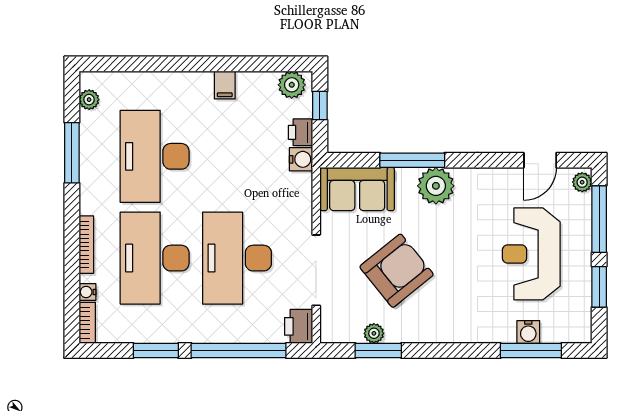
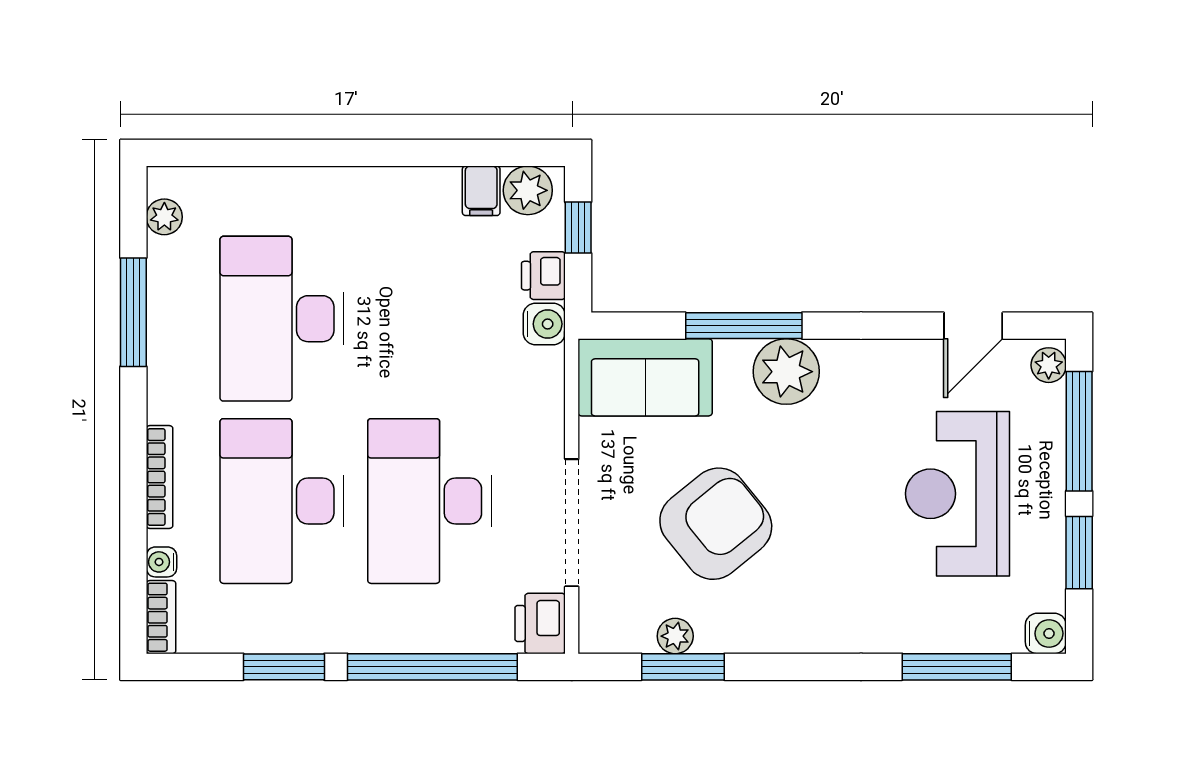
filing cabinet: (225, 85) -> (481, 191), moved
water cooler: (528, 332) -> (1046, 633), moved, turned -90

